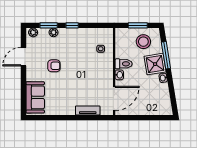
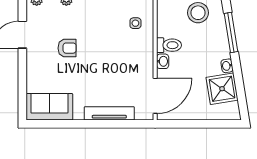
shower: (155, 64) -> (222, 89), moved
sofa: (35, 97) -> (49, 107), moved, turned -90
tv unit: (88, 110) -> (109, 113), width x1.41

